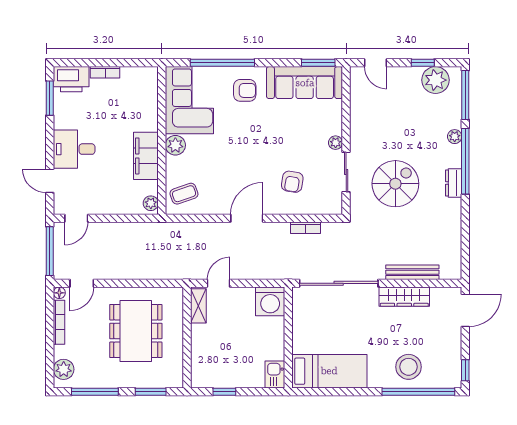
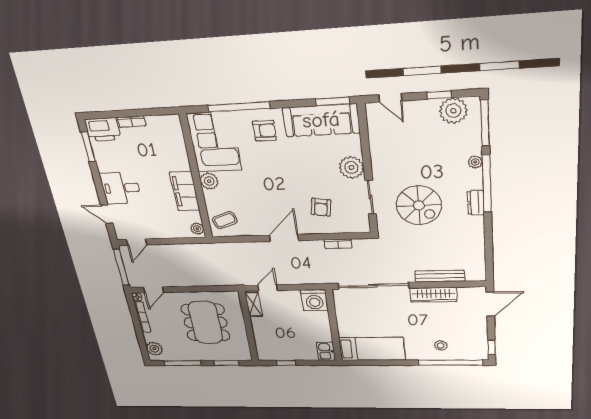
plant: (336, 143) -> (351, 168), width x1.88, depth x1.88
spiral stairs: (395, 184) -> (419, 205), turned 90
stool: (409, 367) -> (441, 345), width x0.53, depth x0.53

